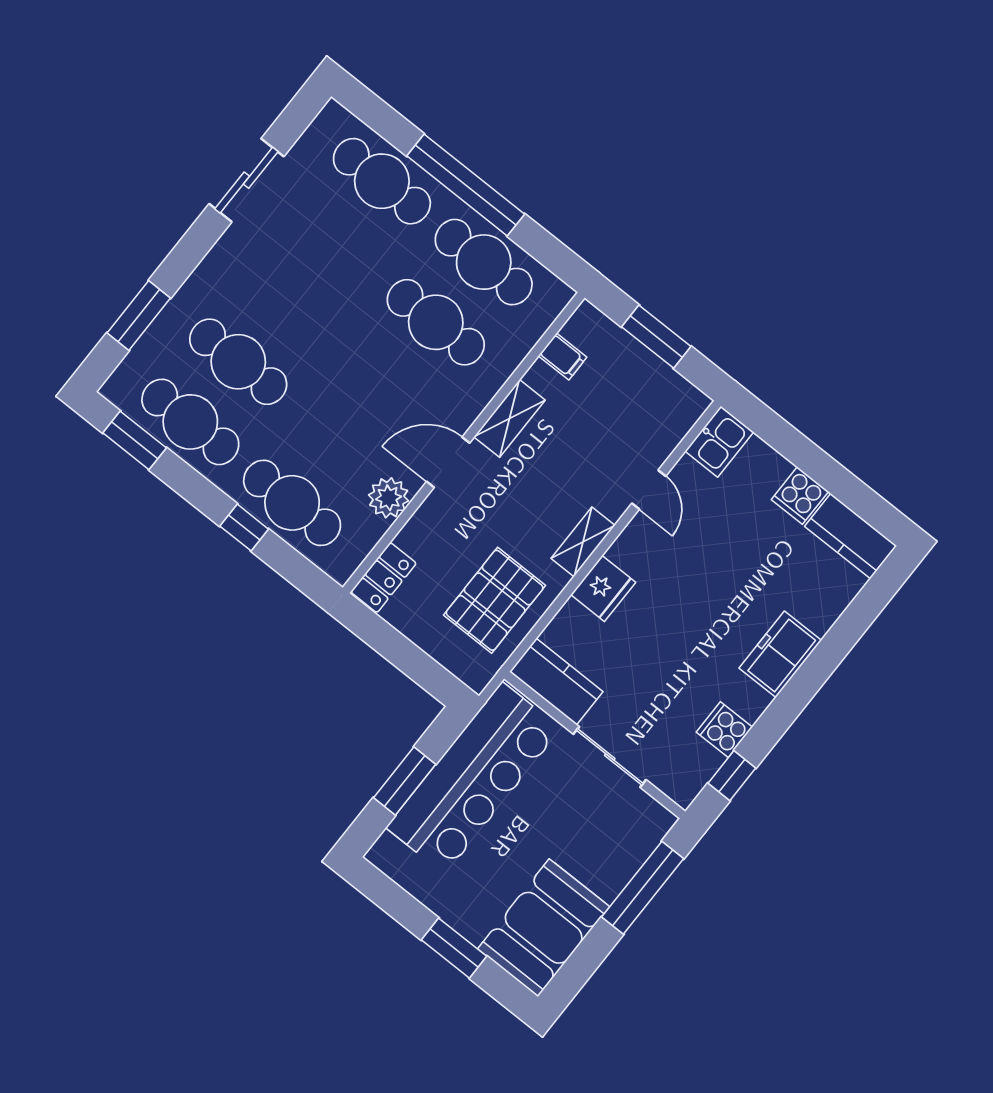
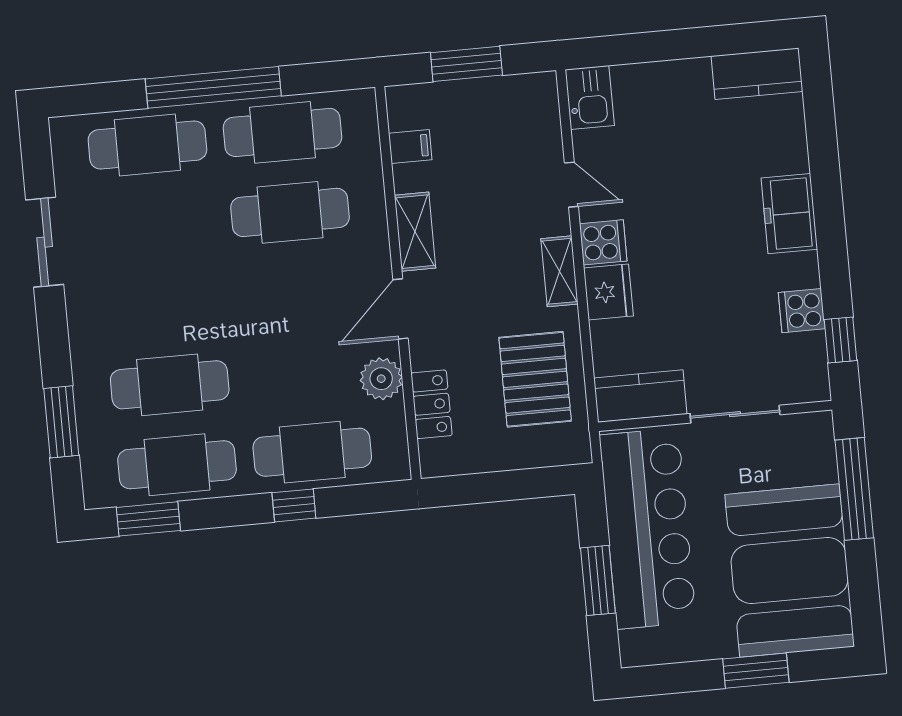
cooker: (800, 496) -> (603, 242), moved, turned -90
locker: (384, 578) -> (431, 404), moved
booth: (544, 928) -> (790, 571), width x1.36, depth x1.42

